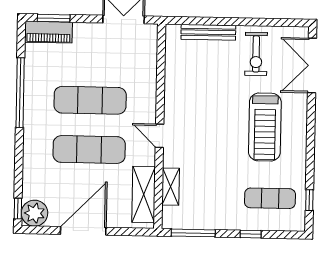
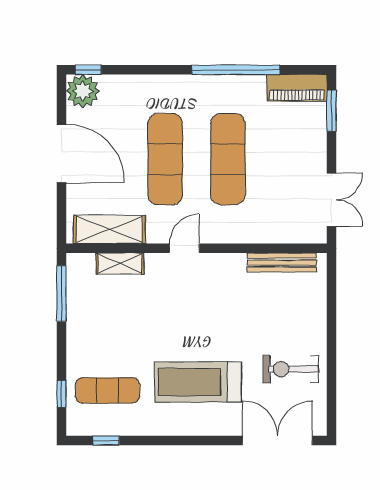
piano: (48, 32) -> (297, 88), moved, turned -90
bench: (208, 32) -> (282, 263), moved, turned 90
exercise mat: (270, 198) -> (107, 390), turned 90
window: (251, 234) -> (61, 394), moved

